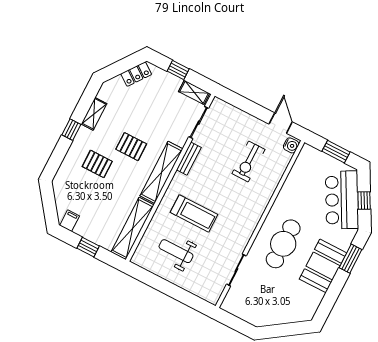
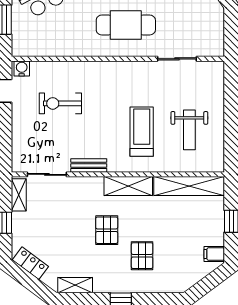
shelving: (94, 114) -> (75, 285), moved
exercise bike: (248, 161) -> (60, 103), turned 180
shelving: (161, 172) -> (128, 186), width x0.68

